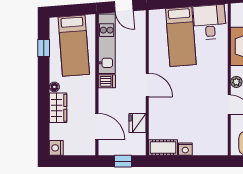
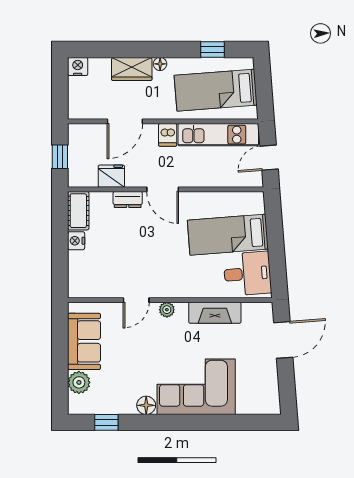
door: (147, 85) -> (163, 189), hinge flipped
dresser: (155, 111) -> (128, 199), added
door: (97, 127) -> (125, 121), moved

